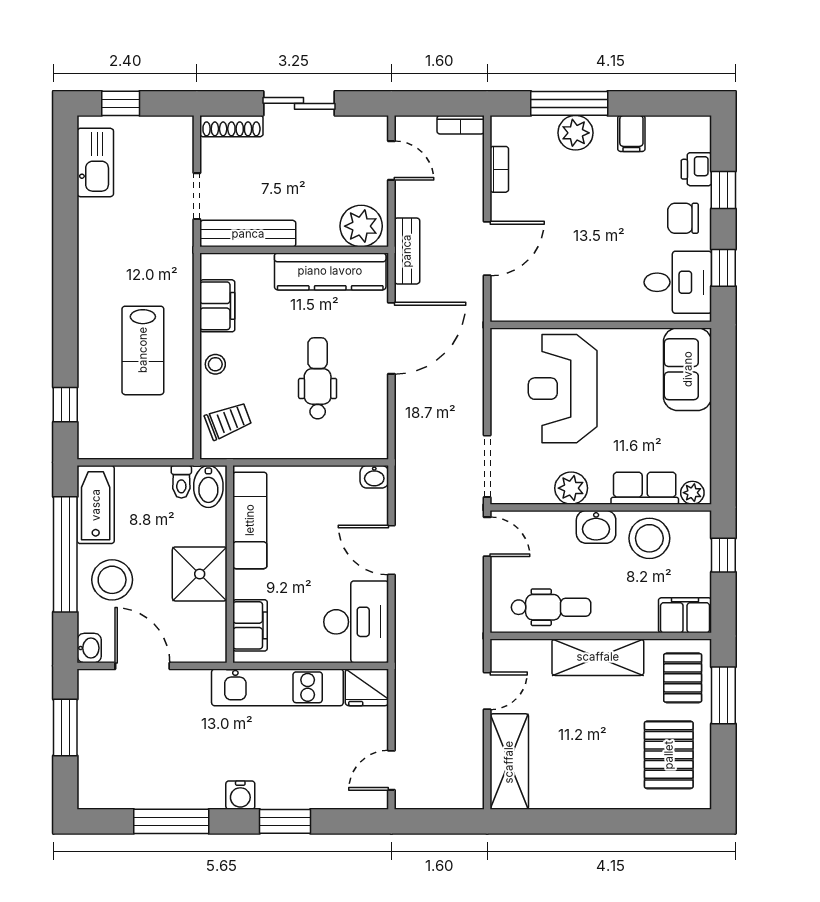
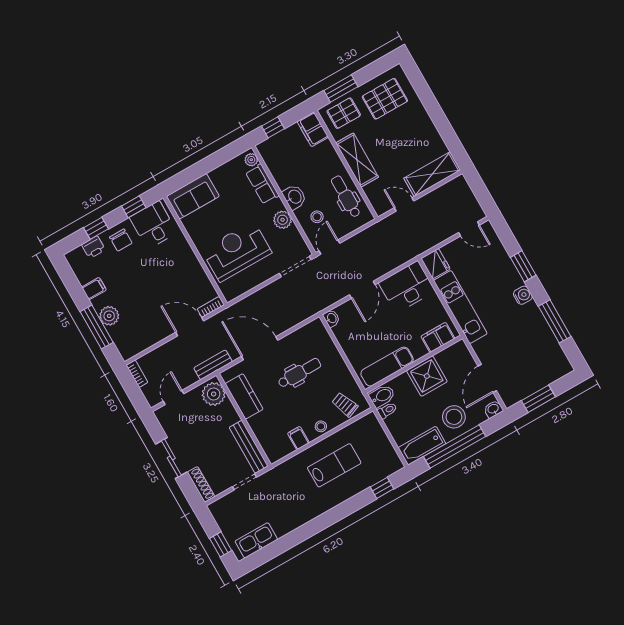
bookcase: (499, 169) -> (211, 307), moved
kitchen counter: (330, 271) -> (244, 396), width x0.67
filing cabinet: (217, 306) -> (298, 438), width x0.50
dental chair: (318, 378) -> (299, 373), turned 180
reception desk: (563, 389) -> (237, 251), turned 180
stool: (649, 538) -> (317, 217), moved, width x0.53, depth x0.53

